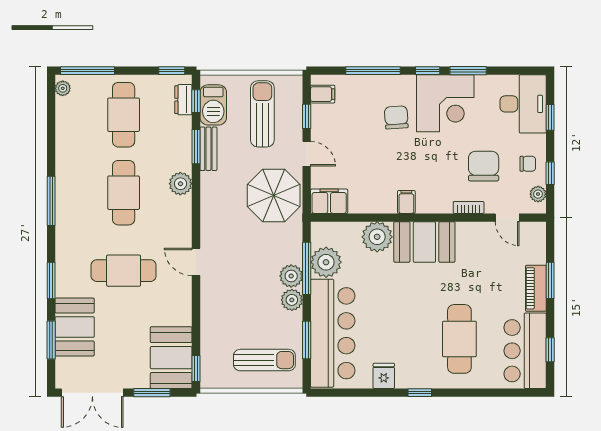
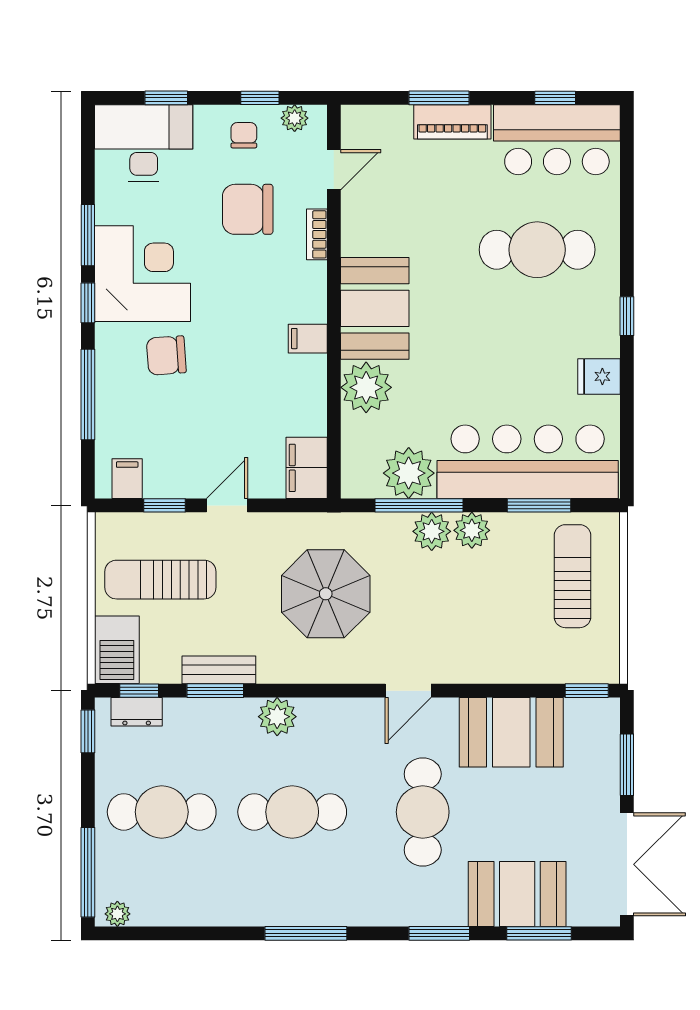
barbecue: (213, 105) -> (117, 650), moved, turned 90
parasol: (274, 196) -> (326, 594), moved
booth: (171, 358) -> (511, 732), moved

